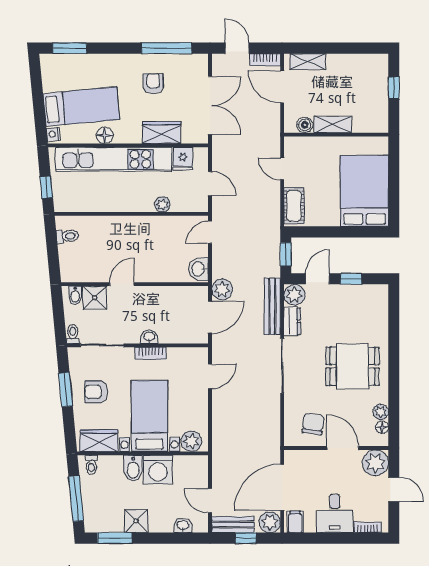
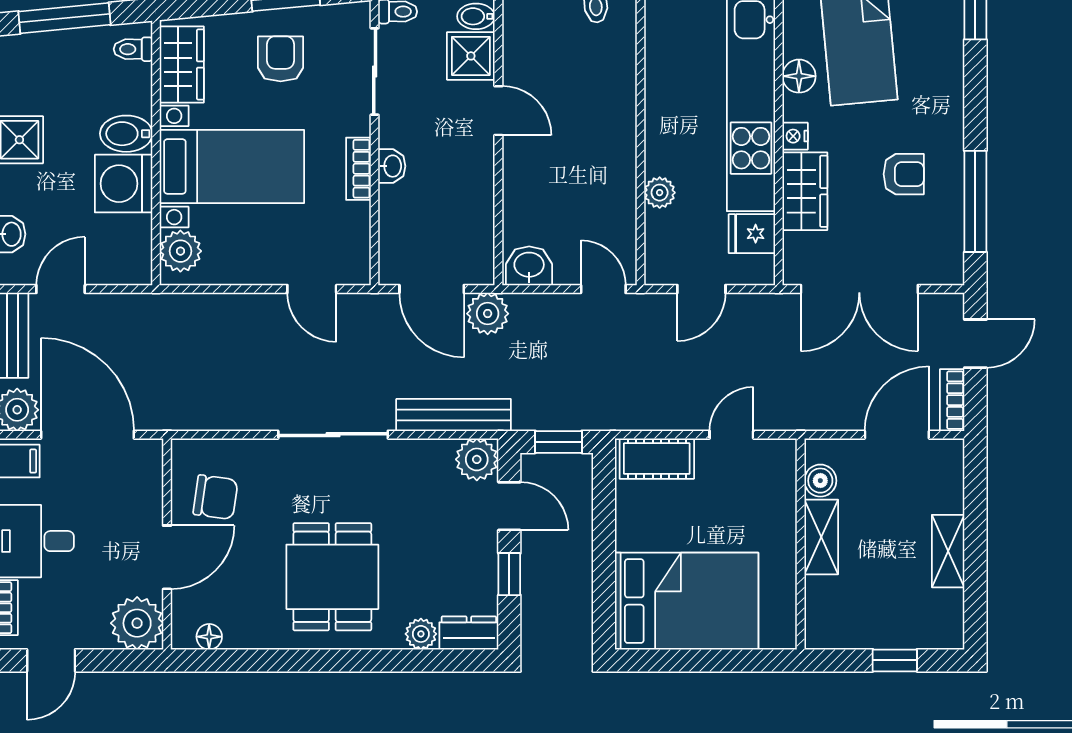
shelving: (308, 62) -> (948, 551), moved
nightstand: (134, 137) -> (795, 136), added
dresser: (292, 321) -> (469, 633), moved, turned 180
plant: (381, 412) -> (421, 634), moved
door: (394, 489) -> (51, 660), moved

